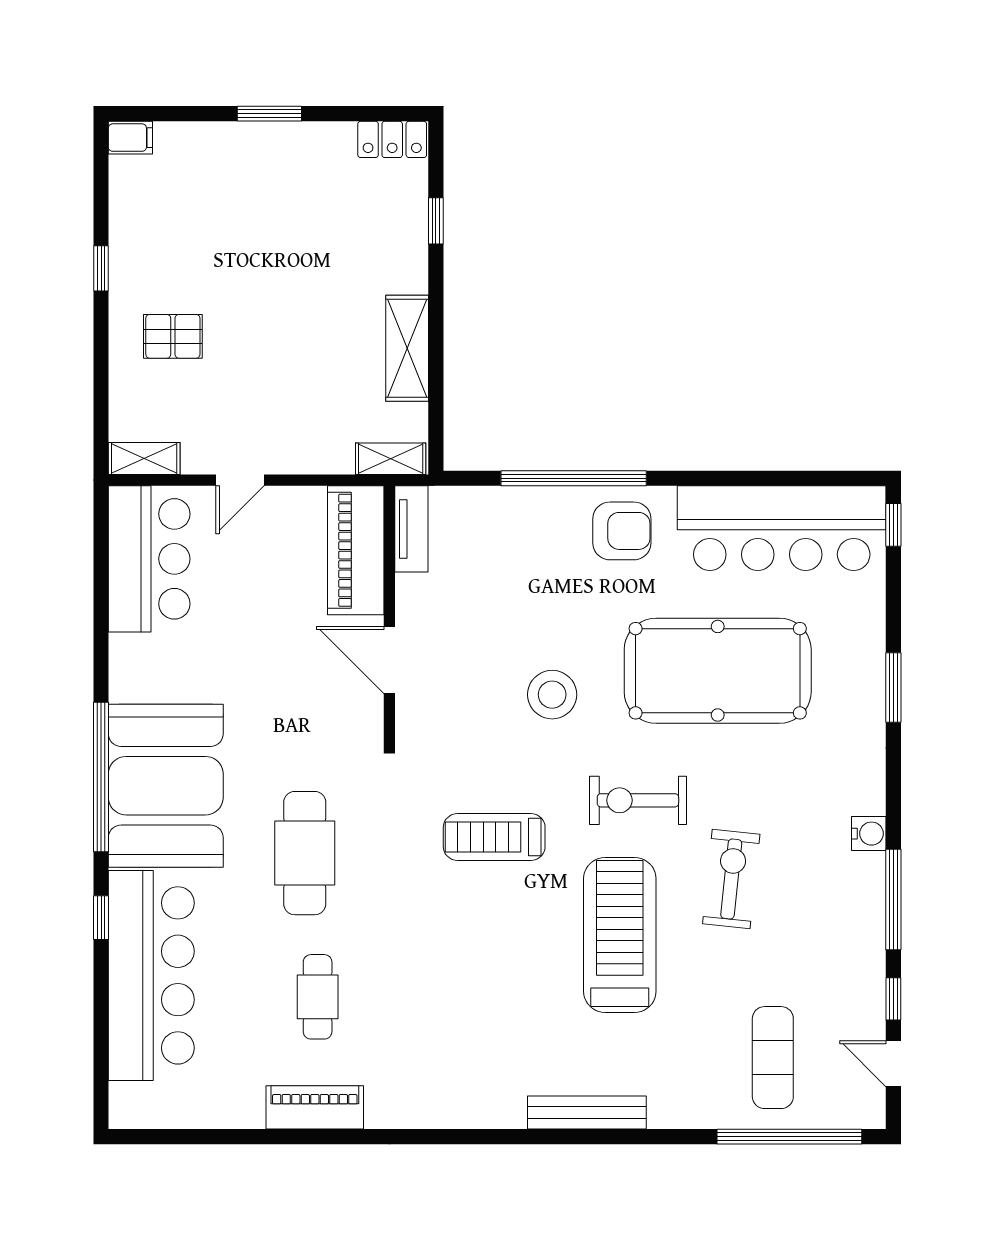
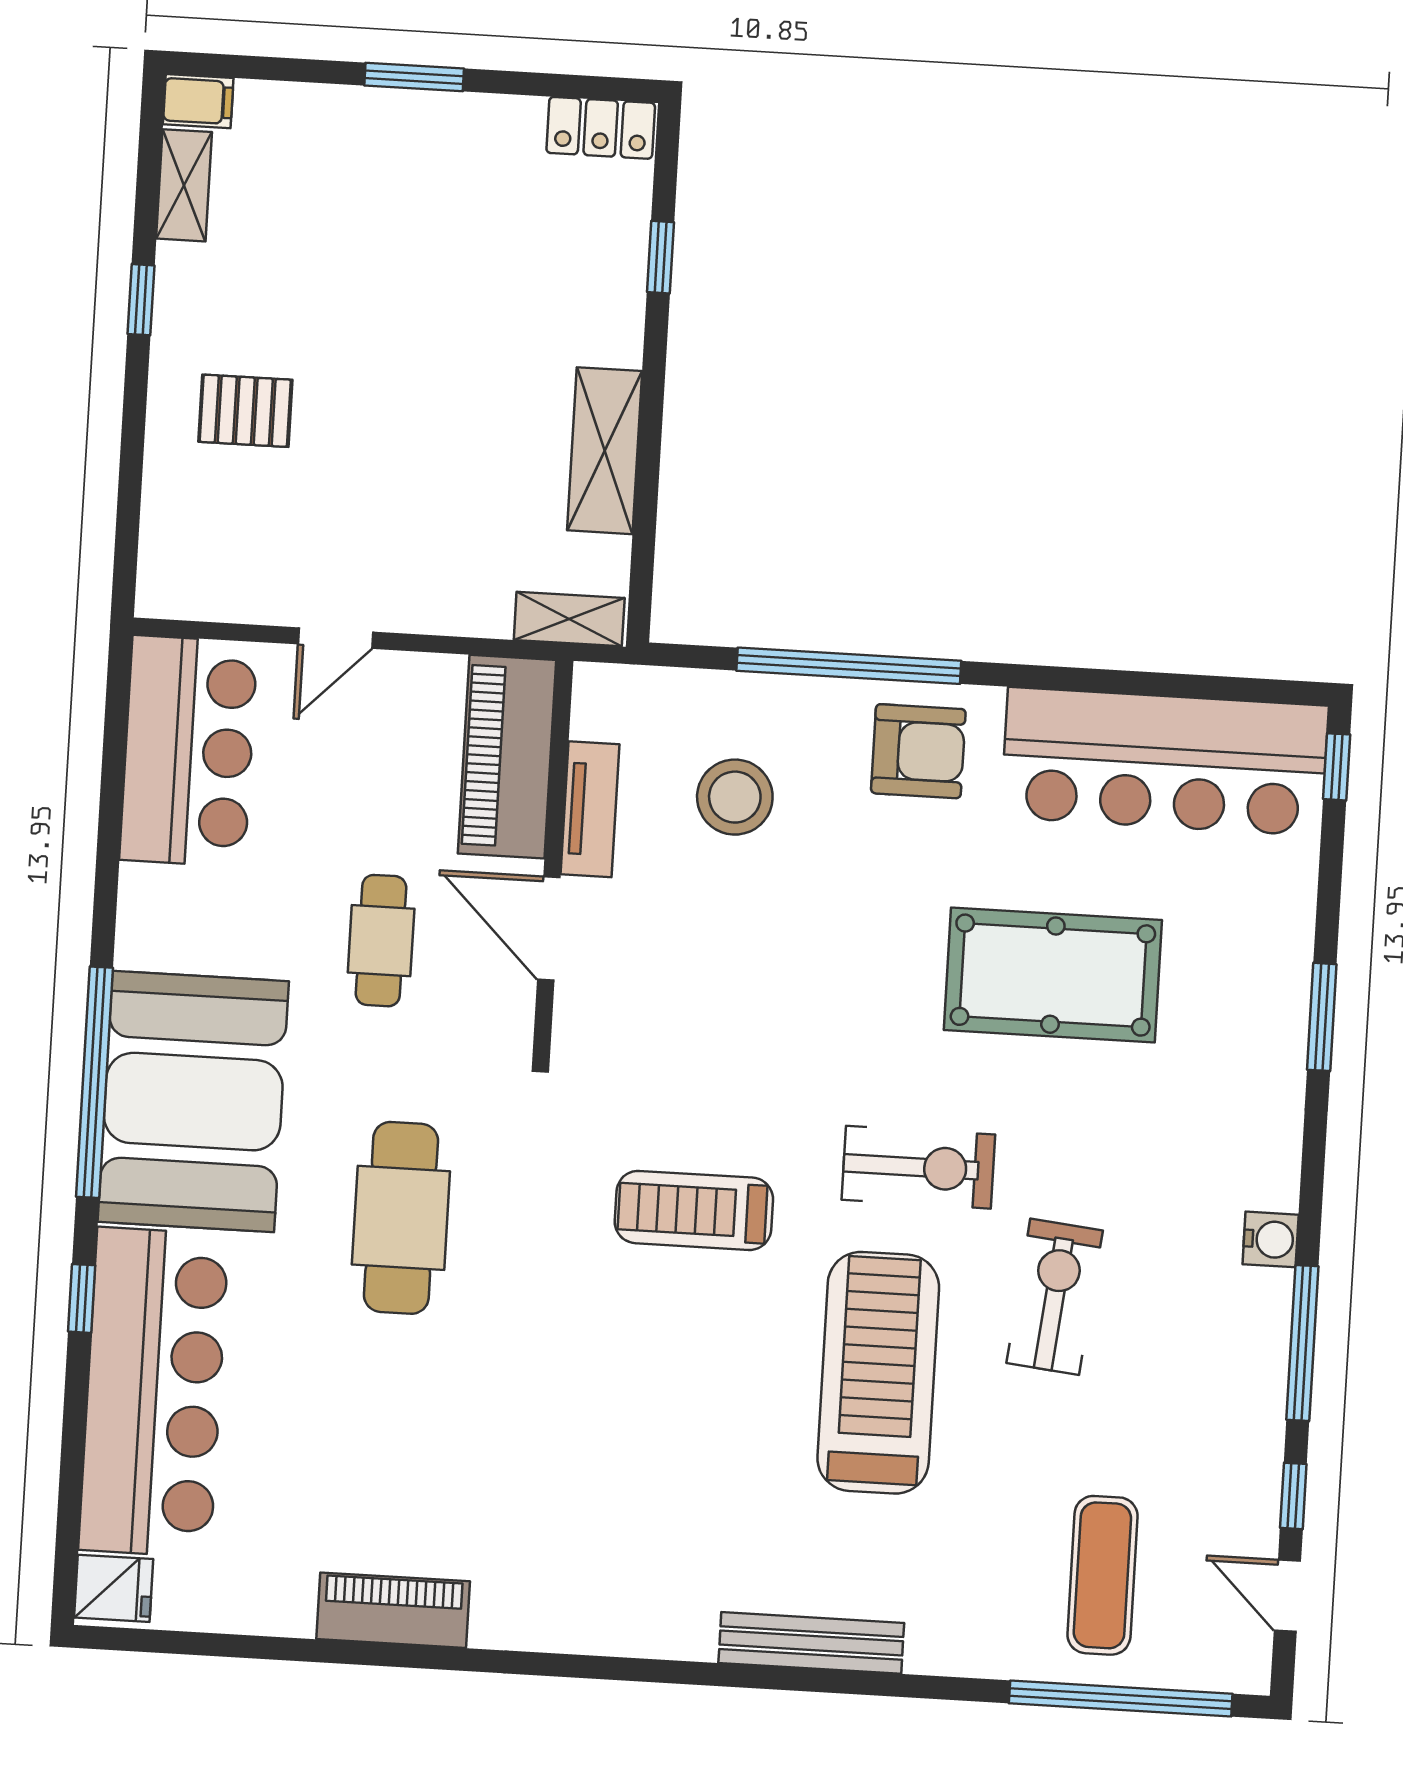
shelving: (144, 458) -> (184, 185), moved, turned 90
tv unit: (411, 529) -> (590, 809), moved
pool table: (718, 671) -> (1053, 975), width x0.73, depth x0.76
stool: (552, 695) -> (735, 797), moved
exercise bike: (638, 800) -> (918, 1167), turned 180
cafe table: (318, 997) -> (381, 941), moved
fridge: (133, 1104) -> (114, 1588), added

